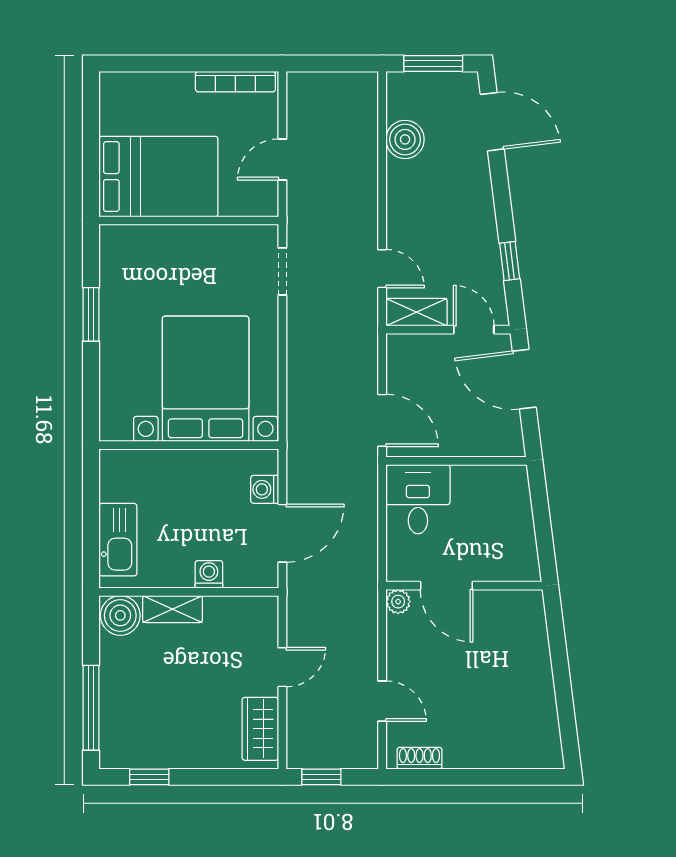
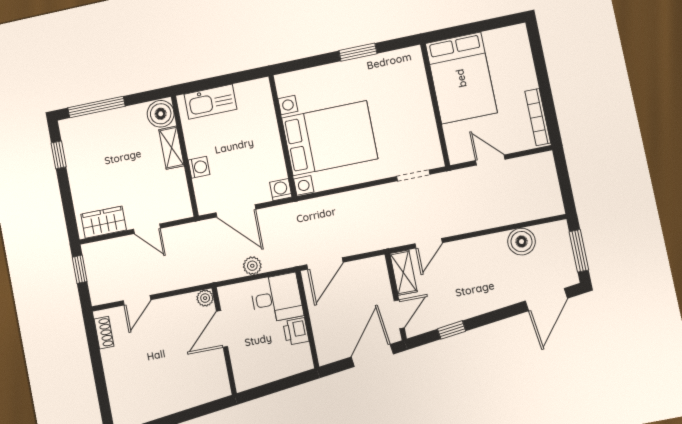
printer: (470, 480) -> (296, 331), added
washing machine: (265, 489) -> (281, 190), moved
plant: (365, 525) -> (252, 266), added

